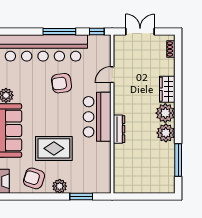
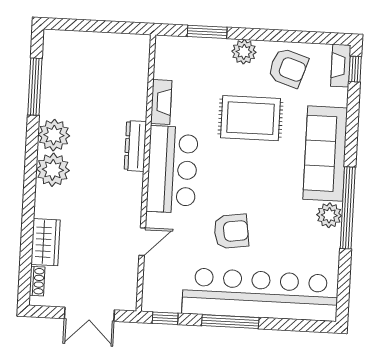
wardrobe: (167, 89) -> (46, 242), moved
fireplace: (105, 155) -> (161, 102), added

